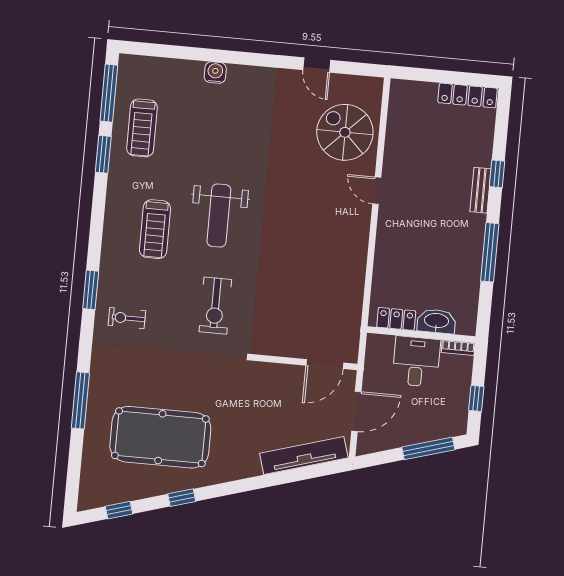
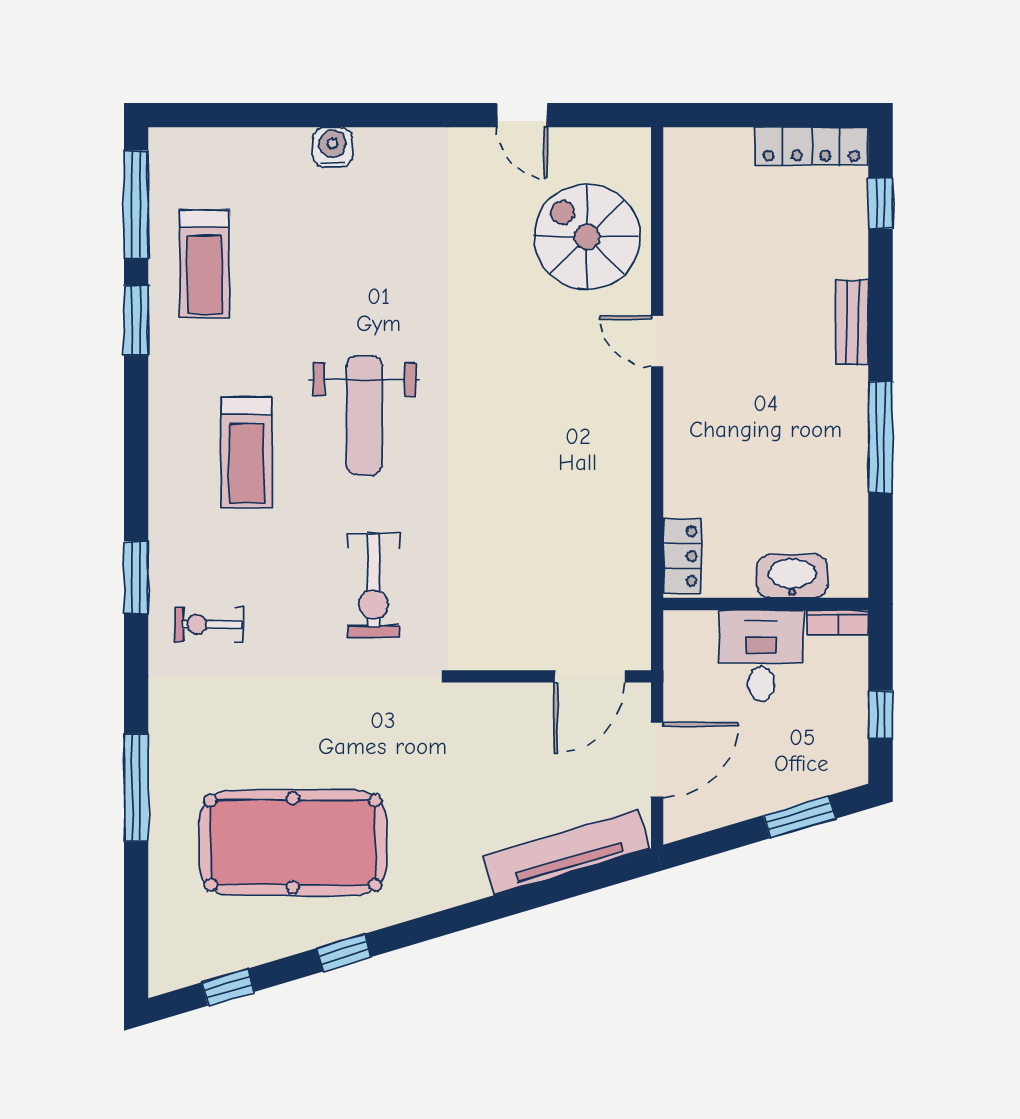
window: (497, 174) -> (881, 203), moved
locker: (396, 319) -> (682, 556), moved, turned 90
window: (428, 448) -> (799, 817), width x0.69

